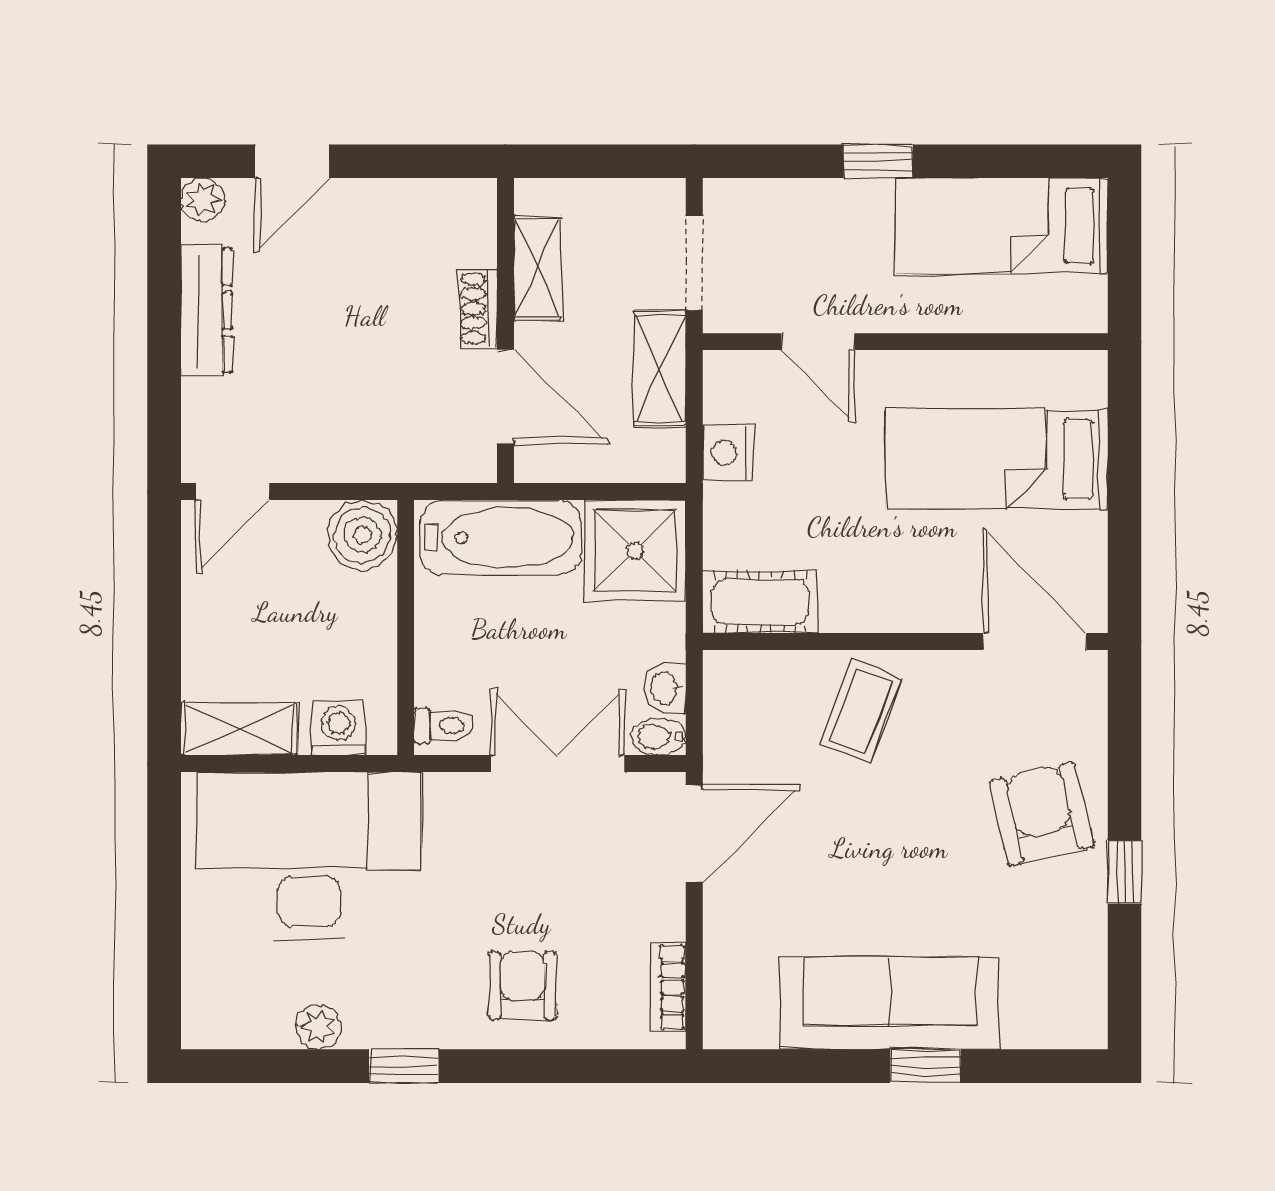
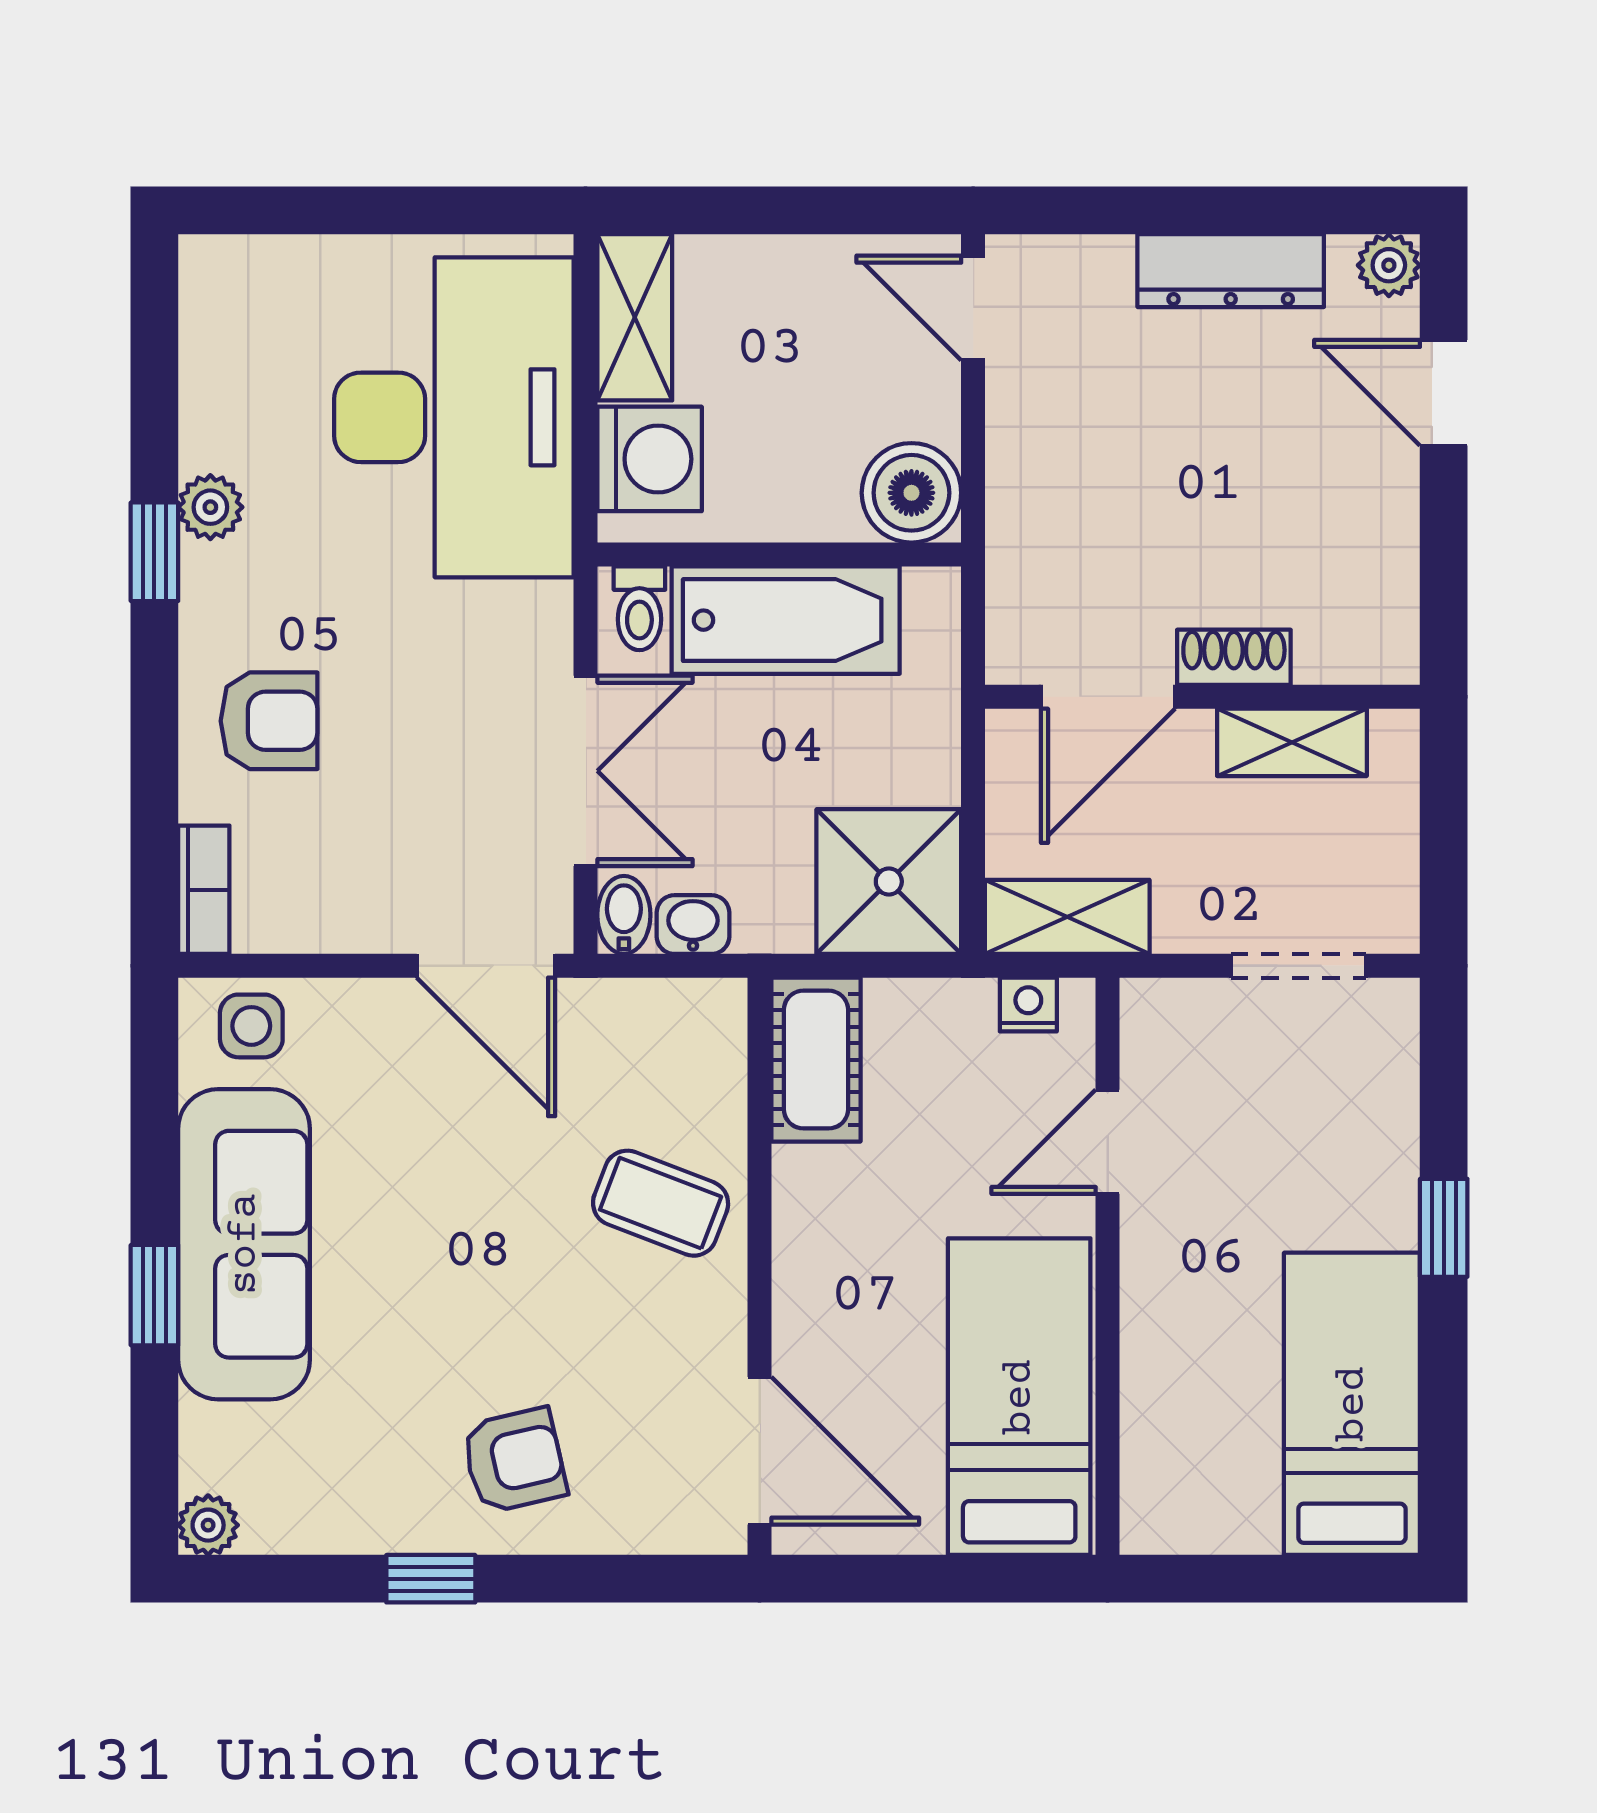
door: (818, 342) -> (1108, 1142), moved
wall: (905, 342) -> (1108, 1266), moved
shelving: (660, 368) -> (1067, 917), moved
nightstand: (728, 453) -> (1028, 1005), width x0.72, depth x0.74
bathtub: (500, 538) -> (786, 620), moved, turned -90
door: (1035, 641) -> (760, 1451), hinge flipped
washing machine: (339, 729) -> (650, 459), width x1.38, depth x1.38
armchair: (1042, 814) -> (514, 1460), width x0.72, depth x0.72
bookcase: (668, 987) -> (204, 890), moved, turned 90
side table: (737, 998) -> (251, 1026), added
plant: (319, 1027) -> (210, 507), moved
plant: (1087, 1028) -> (208, 1525), added

